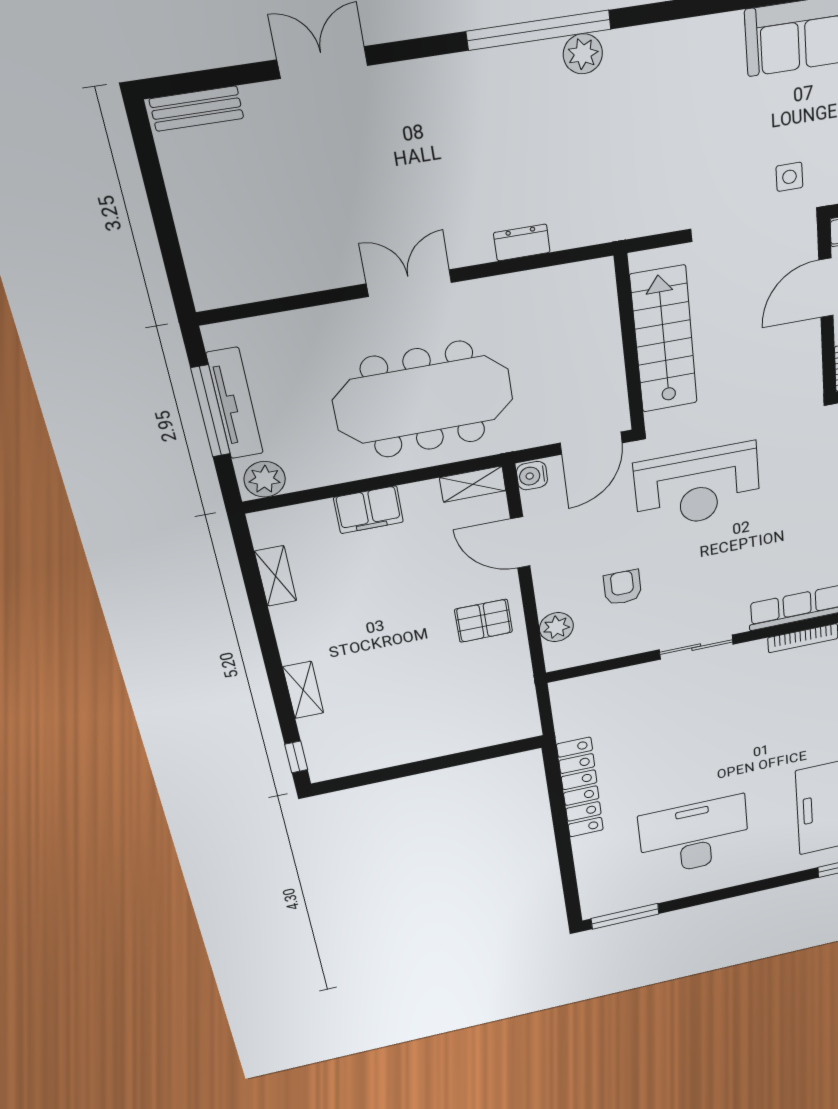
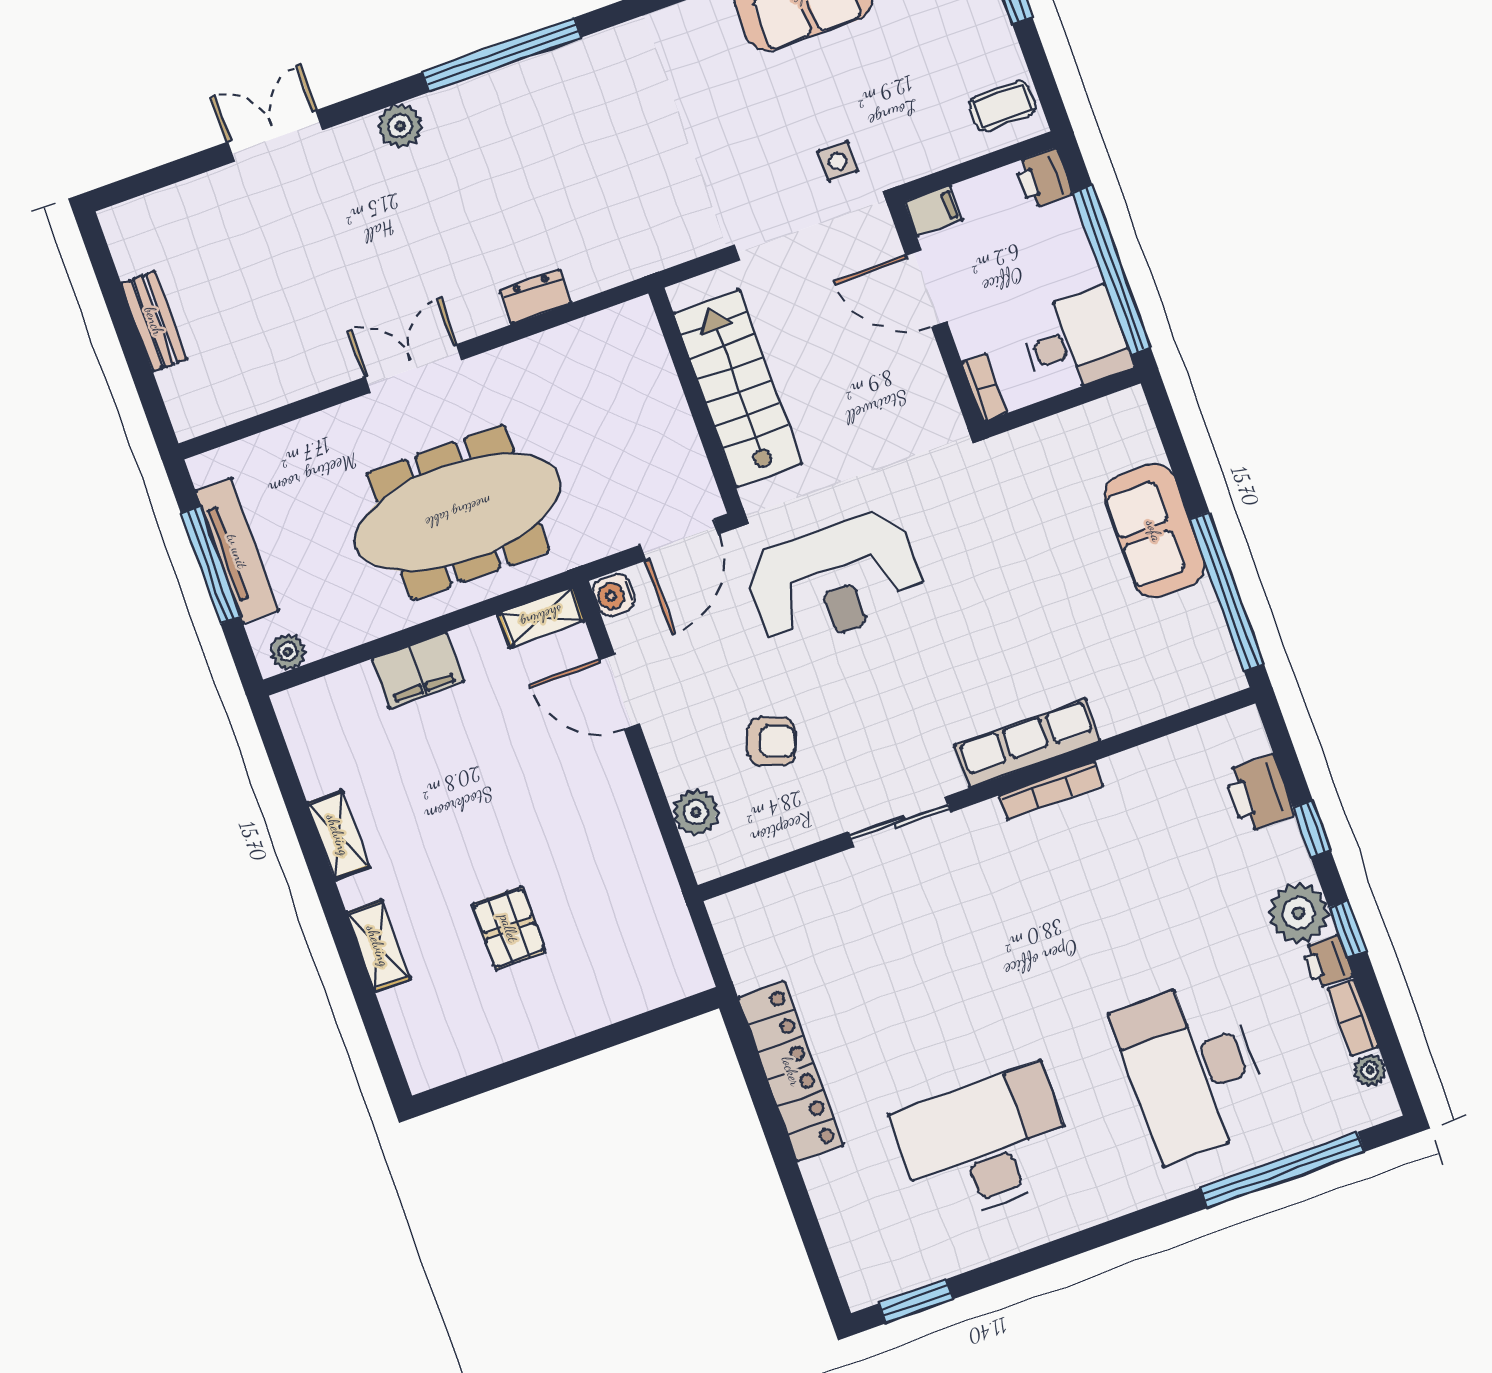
plant: (583, 54) -> (400, 126), moved
bench: (197, 109) -> (154, 321), moved, turned 90
door: (826, 288) -> (926, 288), hinge flipped
plant: (265, 479) -> (288, 652), width x0.73, depth x0.73
shelving: (276, 576) -> (338, 835), moved
armchair: (622, 587) -> (772, 741), turned 110
pallet: (484, 621) -> (509, 928), moved, turned 90
window: (296, 757) -> (386, 1053), removed
window: (625, 916) -> (916, 1301), width x0.69

